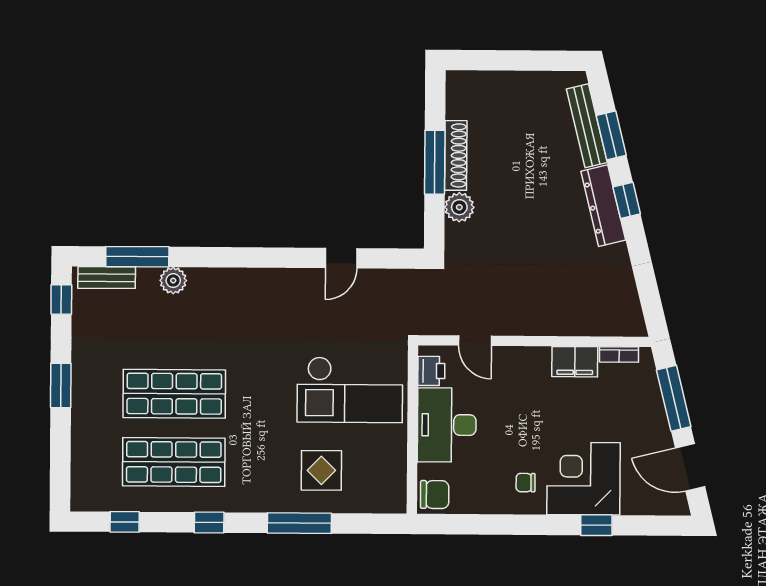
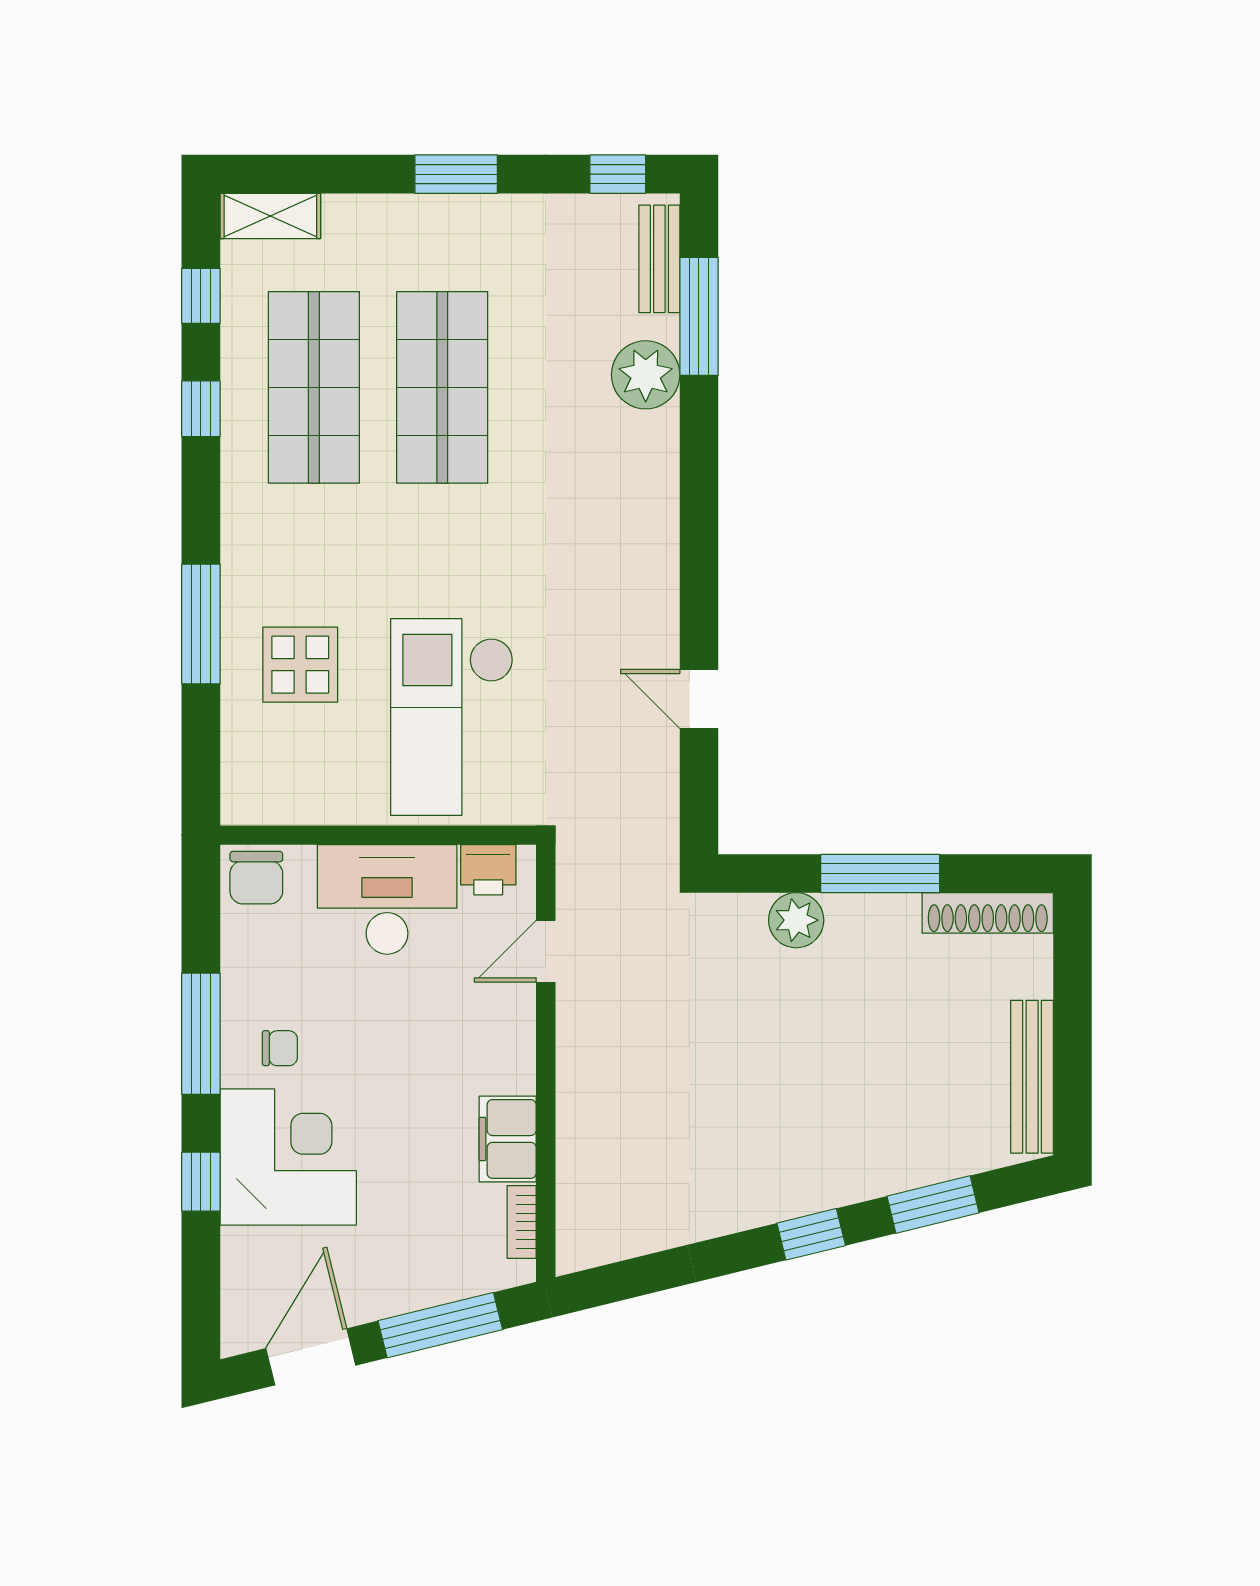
bench: (587, 126) -> (1032, 1077), moved, turned -76
shoe rack: (456, 155) -> (988, 913), moved
dresser: (603, 206) -> (801, 1190), removed
plant: (173, 280) -> (646, 375), width x1.36, depth x1.36
chair: (526, 483) -> (280, 1048), turned 90
shelving: (82, 485) -> (270, 216), added
window: (209, 522) -> (201, 409), moved
window: (518, 525) -> (201, 1034), added

